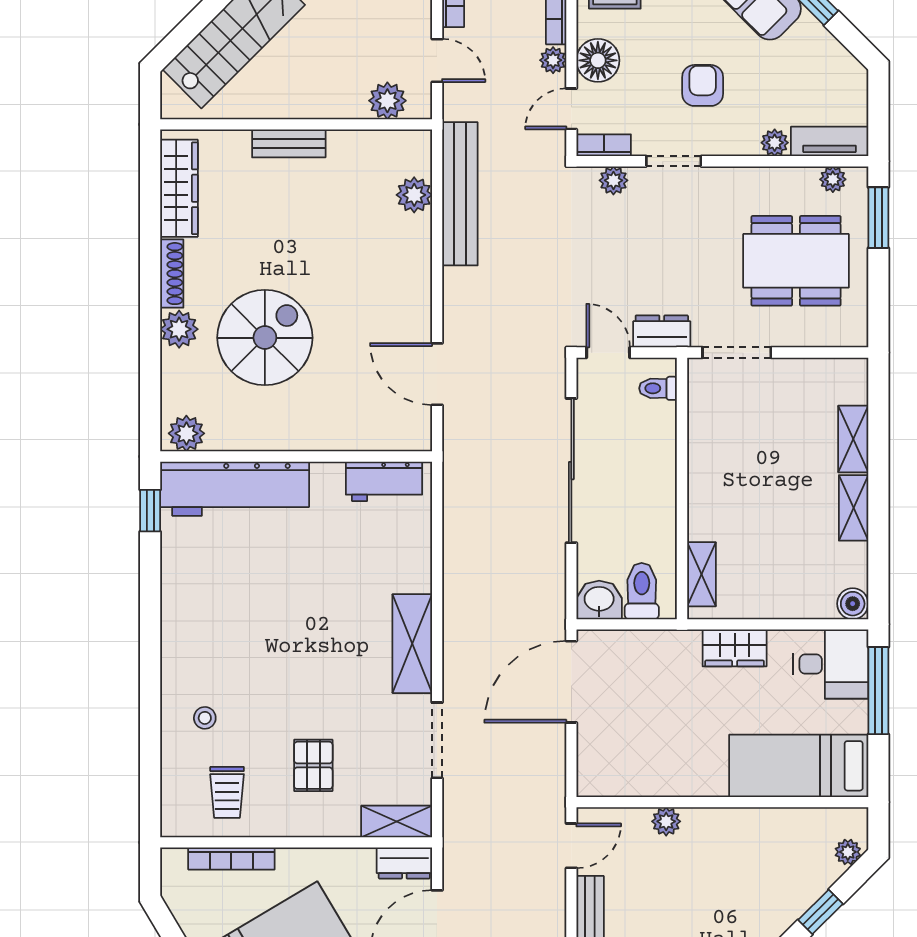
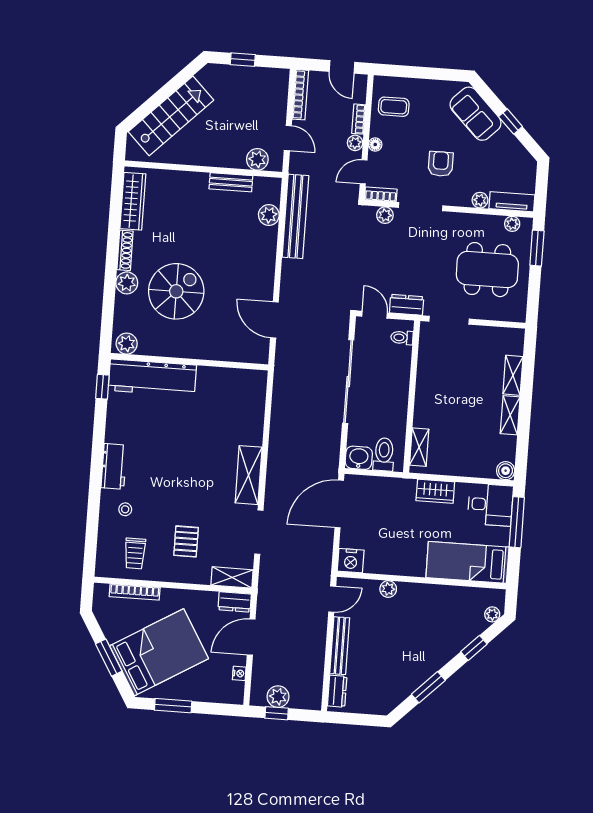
floor lamp: (598, 60) -> (375, 144), width x0.53, depth x0.53
bench: (289, 143) -> (231, 182), moved
doorway: (674, 161) -> (421, 207), width x1.38
workbench: (384, 481) -> (114, 466), moved, turned -90
nightstand: (598, 778) -> (351, 561), added

